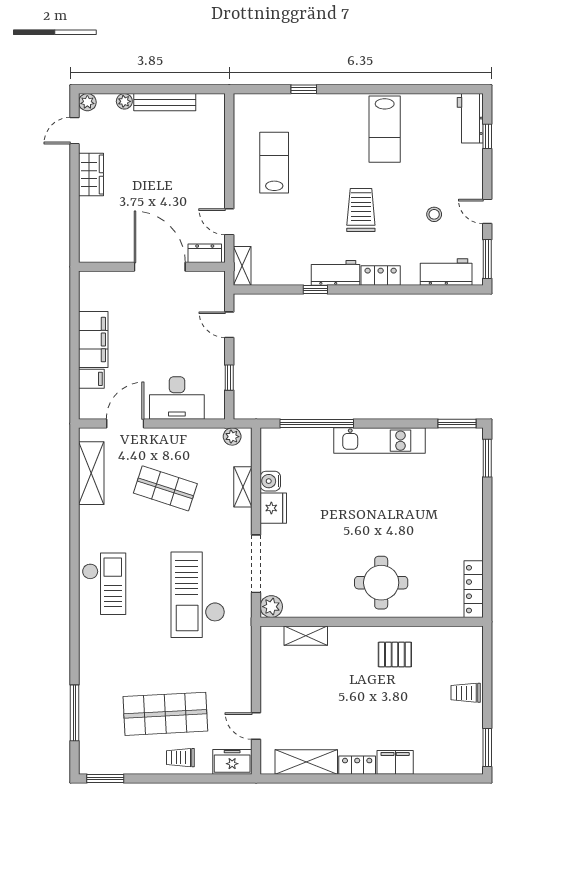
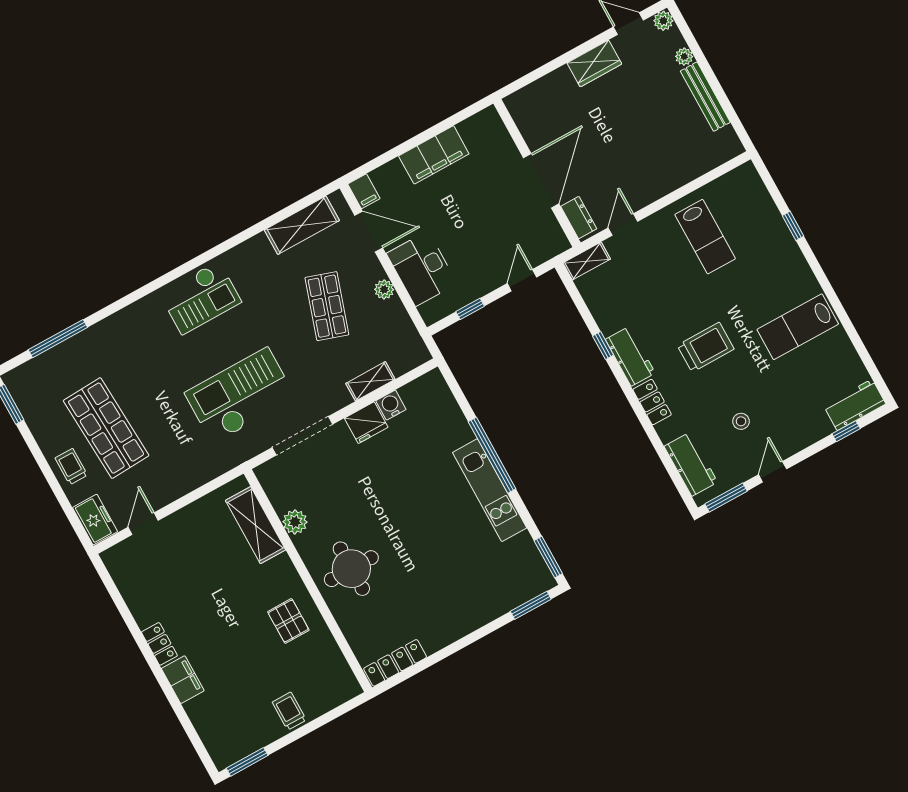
lab bench: (274, 163) -> (705, 237), turned 90
filing cabinet: (91, 379) -> (364, 191), moved
window: (317, 424) -> (492, 455), moved
plant: (232, 437) -> (384, 289), moved
plant: (271, 607) -> (295, 522), moved
shelving: (306, 636) -> (256, 525), width x1.50, depth x1.33
shelving: (306, 762) -> (135, 592), removed

